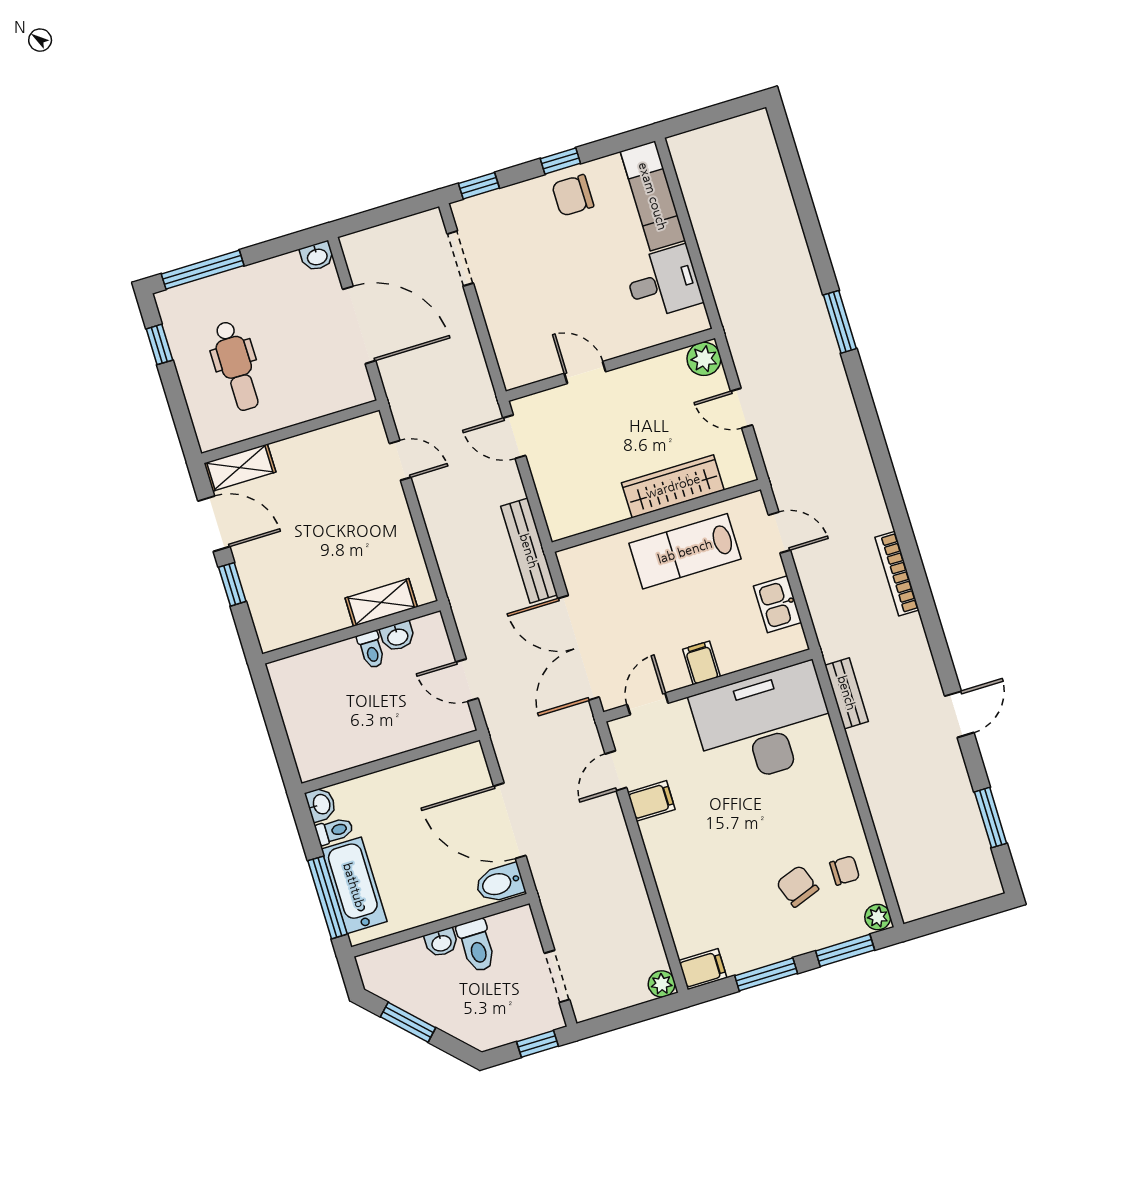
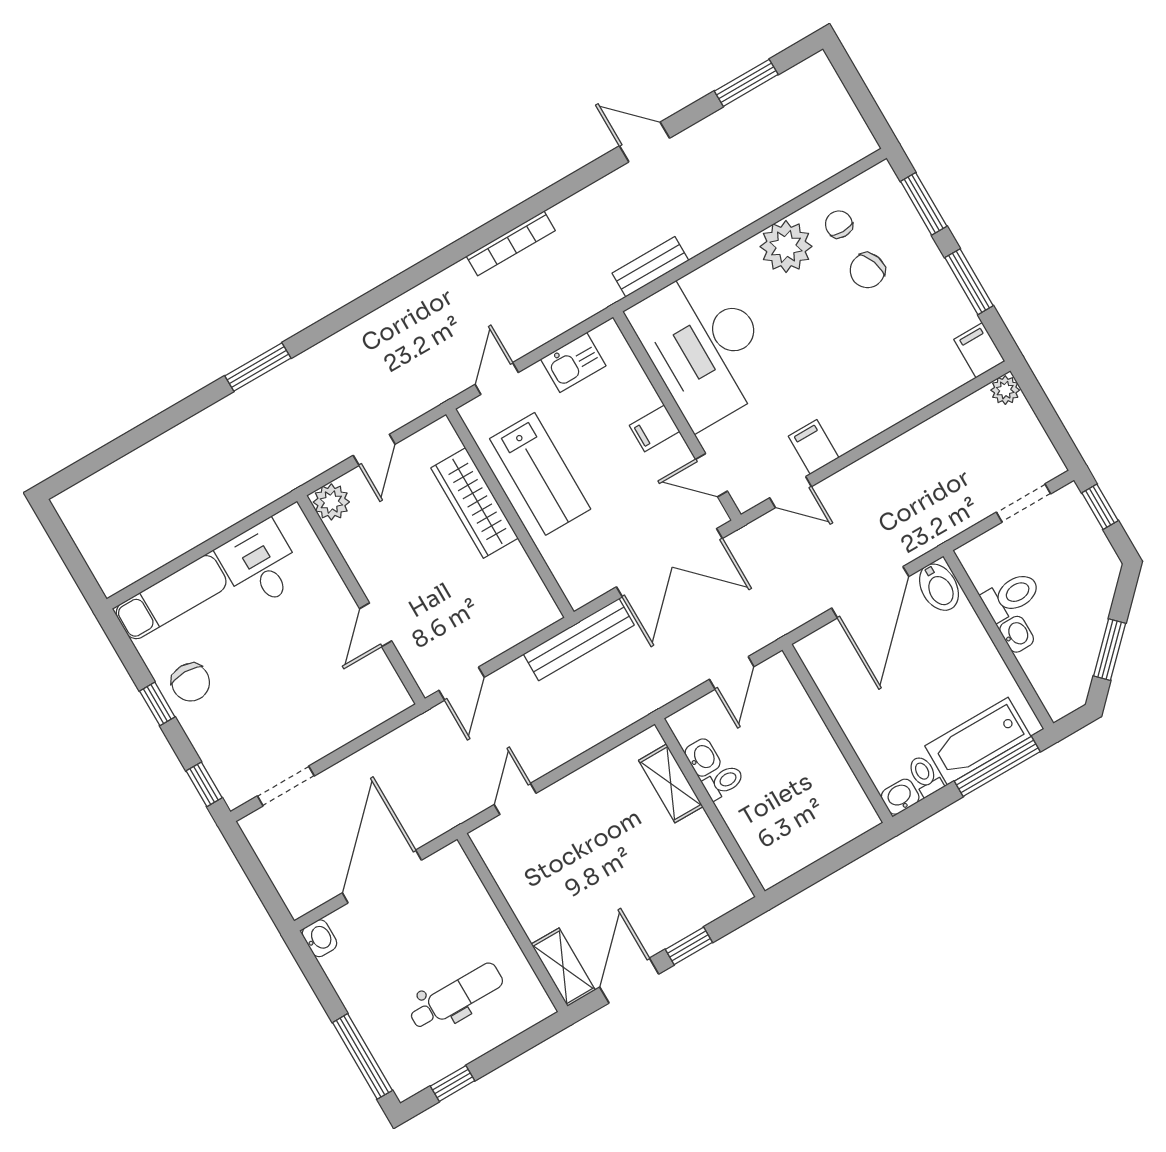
plant: (878, 917) -> (786, 246), moved, width x1.87, depth x1.87

